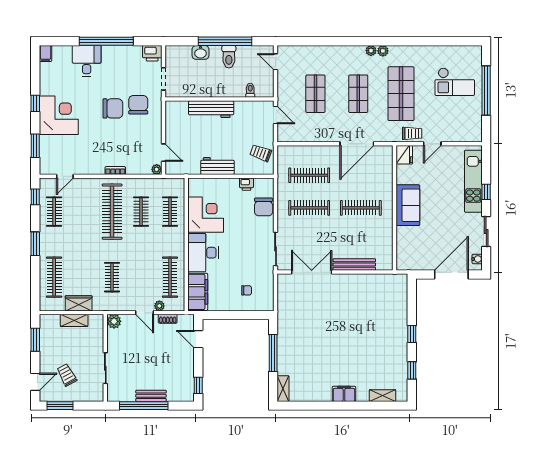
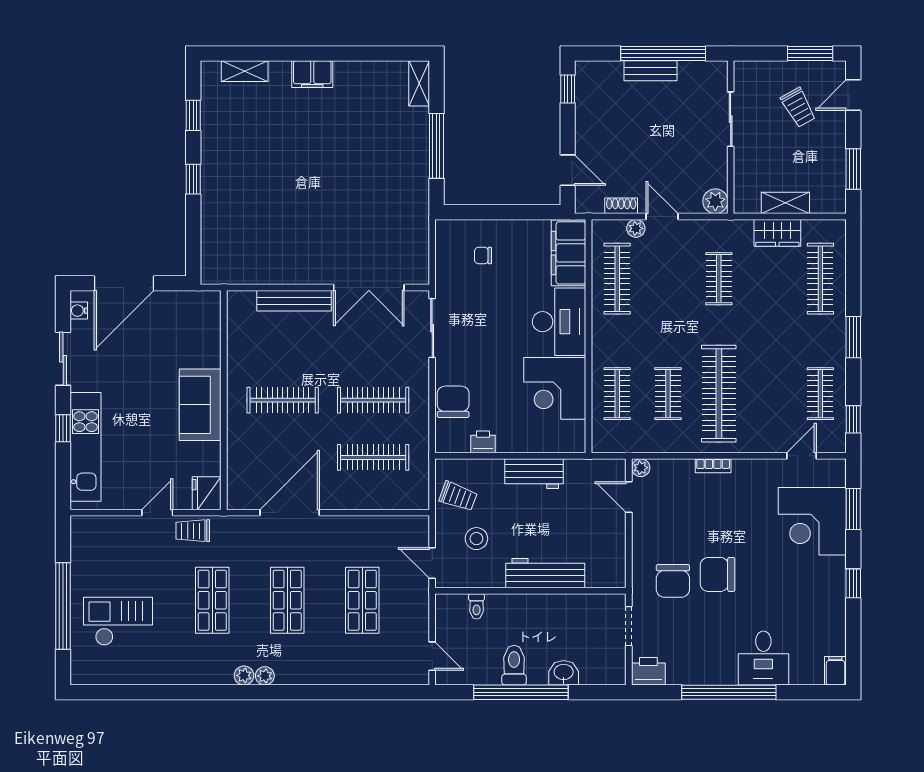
shop shelf: (401, 94) -> (212, 600), width x0.70, depth x0.74
corner desk: (59, 115) -> (812, 521), moved
stool: (250, 129) -> (476, 539), added

